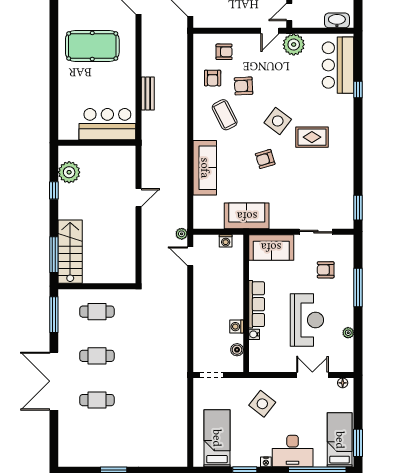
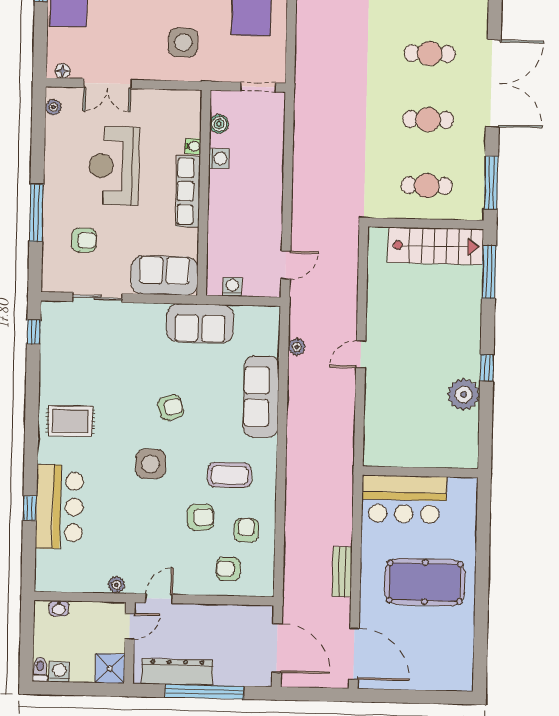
washbasin: (337, 20) -> (59, 608), width x0.52, depth x0.69
plant: (294, 45) -> (116, 585), width x0.53, depth x0.53
bar counter: (338, 65) -> (59, 507), moved
bench: (148, 94) -> (342, 572), moved
coffee table: (225, 115) -> (230, 475), turned -63
side table: (278, 121) -> (151, 464), turned -37
bar counter: (107, 124) -> (404, 499), moved
rug: (312, 137) -> (70, 421), moved
wall: (97, 143) -> (420, 472), moved
window: (358, 208) -> (34, 332), width x0.67
plant: (182, 234) -> (297, 347), moved
stairs: (70, 252) -> (436, 246), moved, turned -90
door: (190, 256) -> (286, 265), hinge flipped
plant: (348, 333) -> (53, 107), moved
side table: (262, 404) -> (183, 42), turned -38

